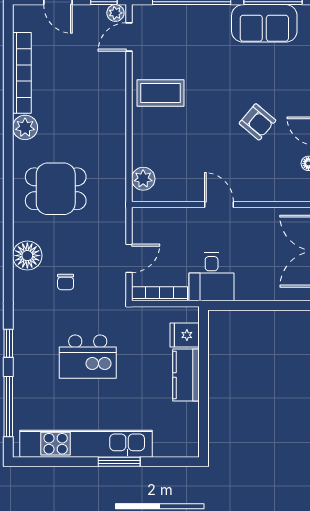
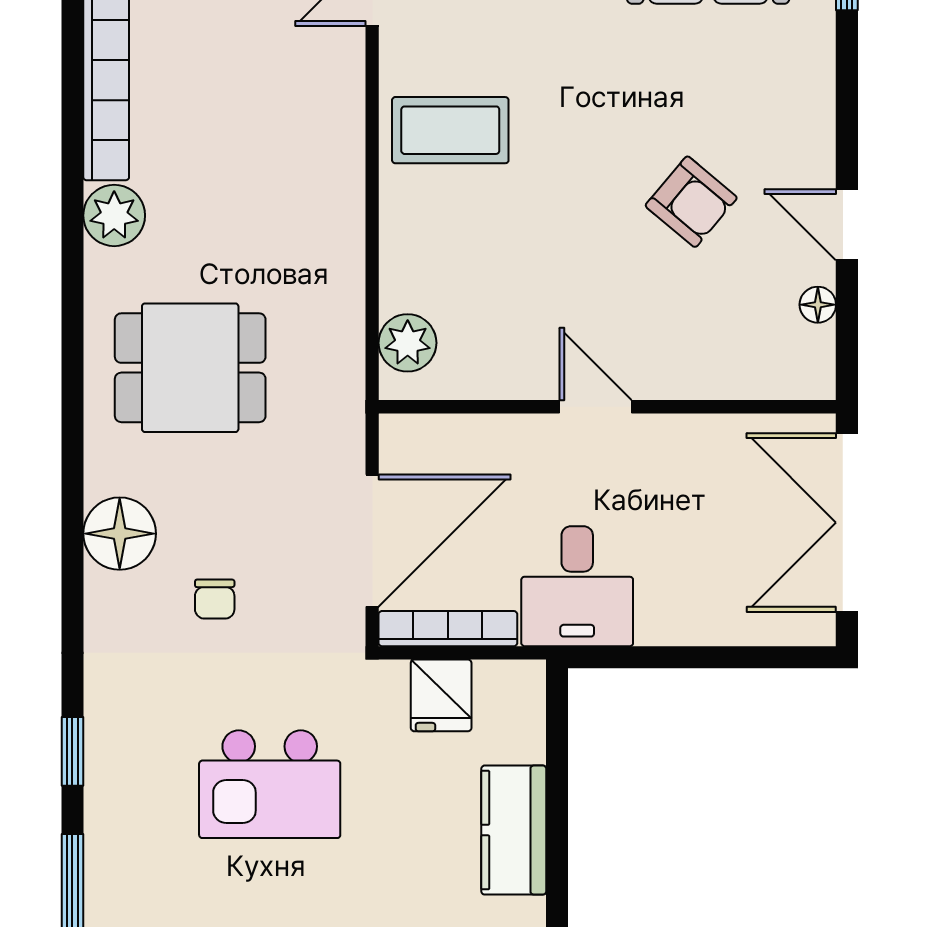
door: (129, 258) -> (372, 541), width x1.87
fridge: (185, 335) -> (441, 695), moved, turned -90

